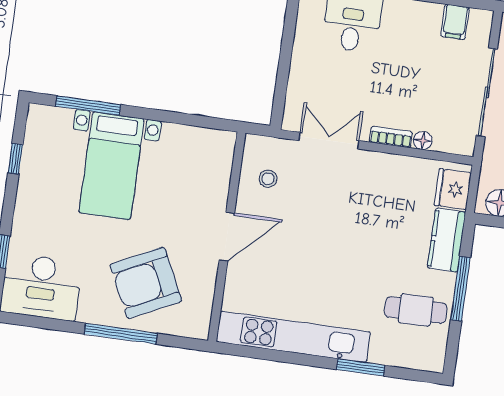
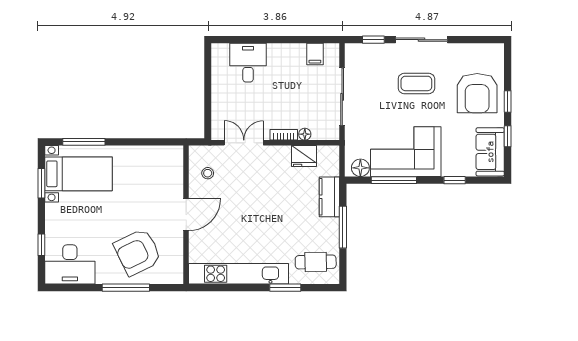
window: (15, 159) -> (41, 183), width x1.50
bed with nightstands: (112, 166) -> (78, 174), moved, turned -90
fridge: (453, 189) -> (304, 156), moved, turned -90
cafe table: (416, 310) -> (316, 262), moved

